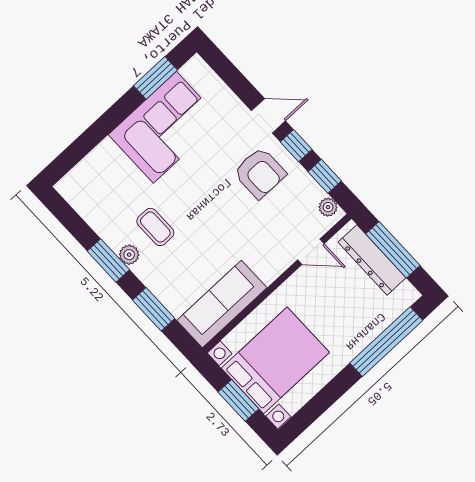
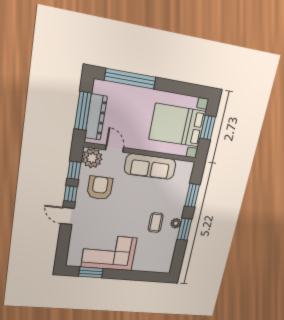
armchair: (260, 173) -> (100, 188), moved
plant: (328, 207) -> (92, 158), width x1.88, depth x1.88
sofa: (222, 304) -> (150, 167), moved

